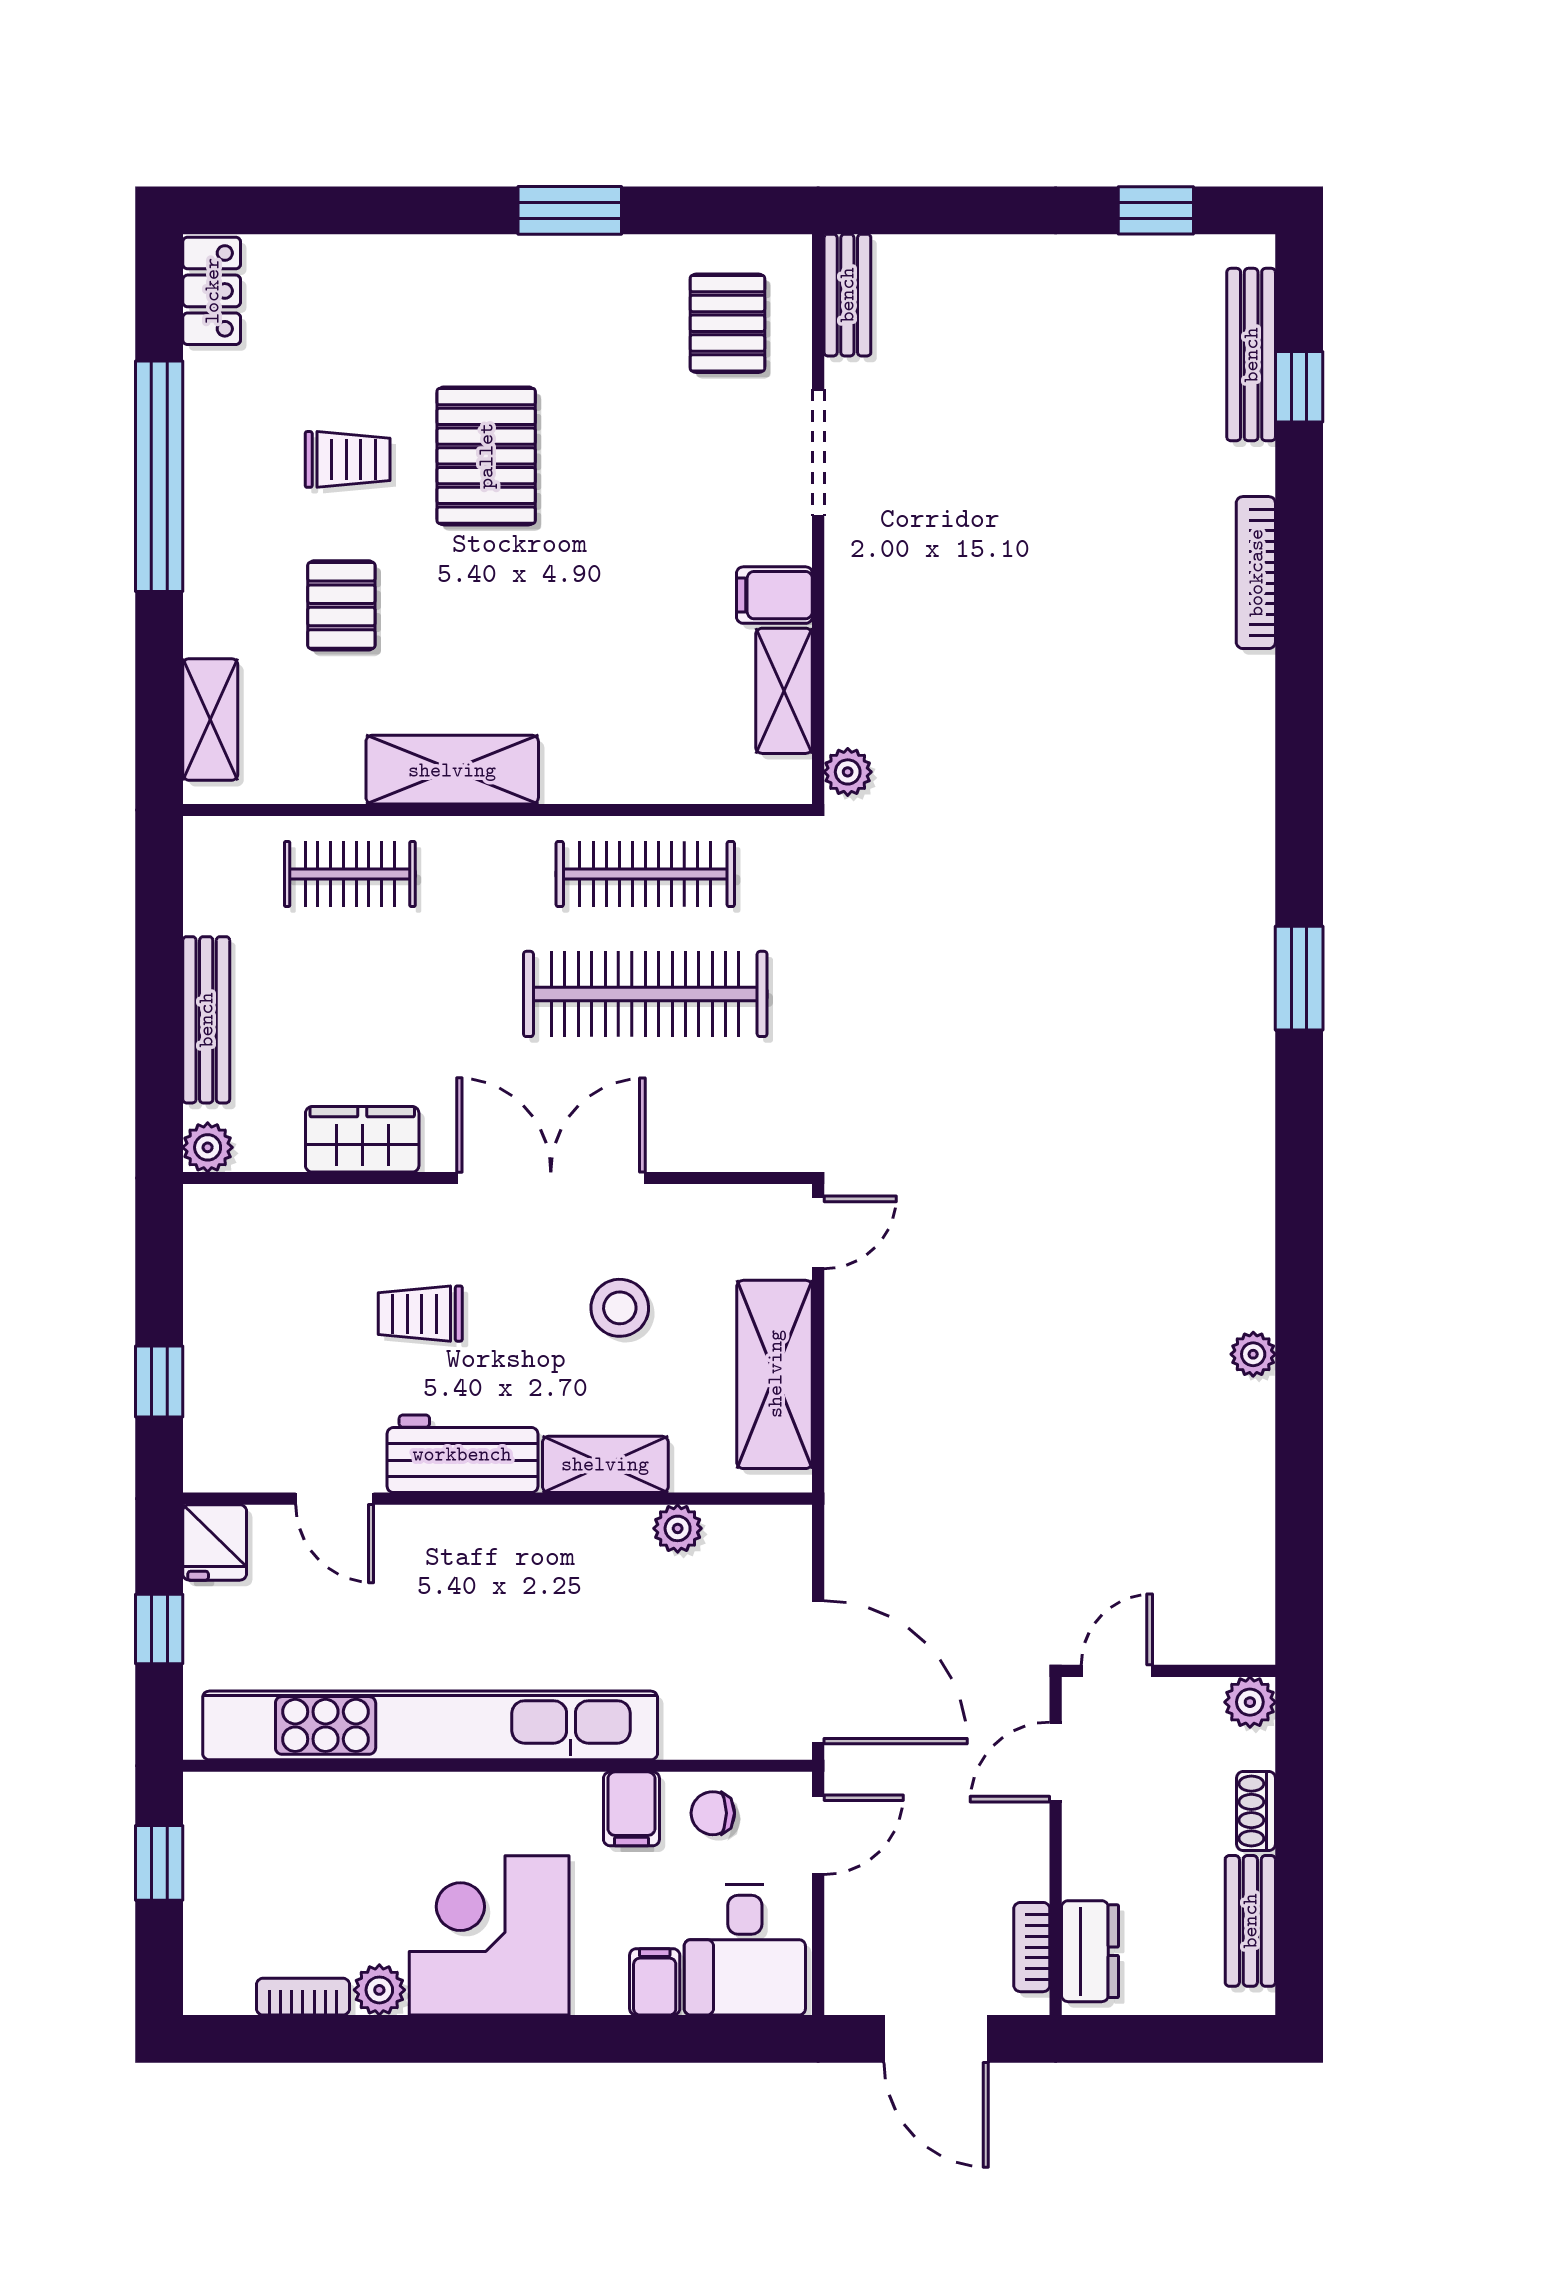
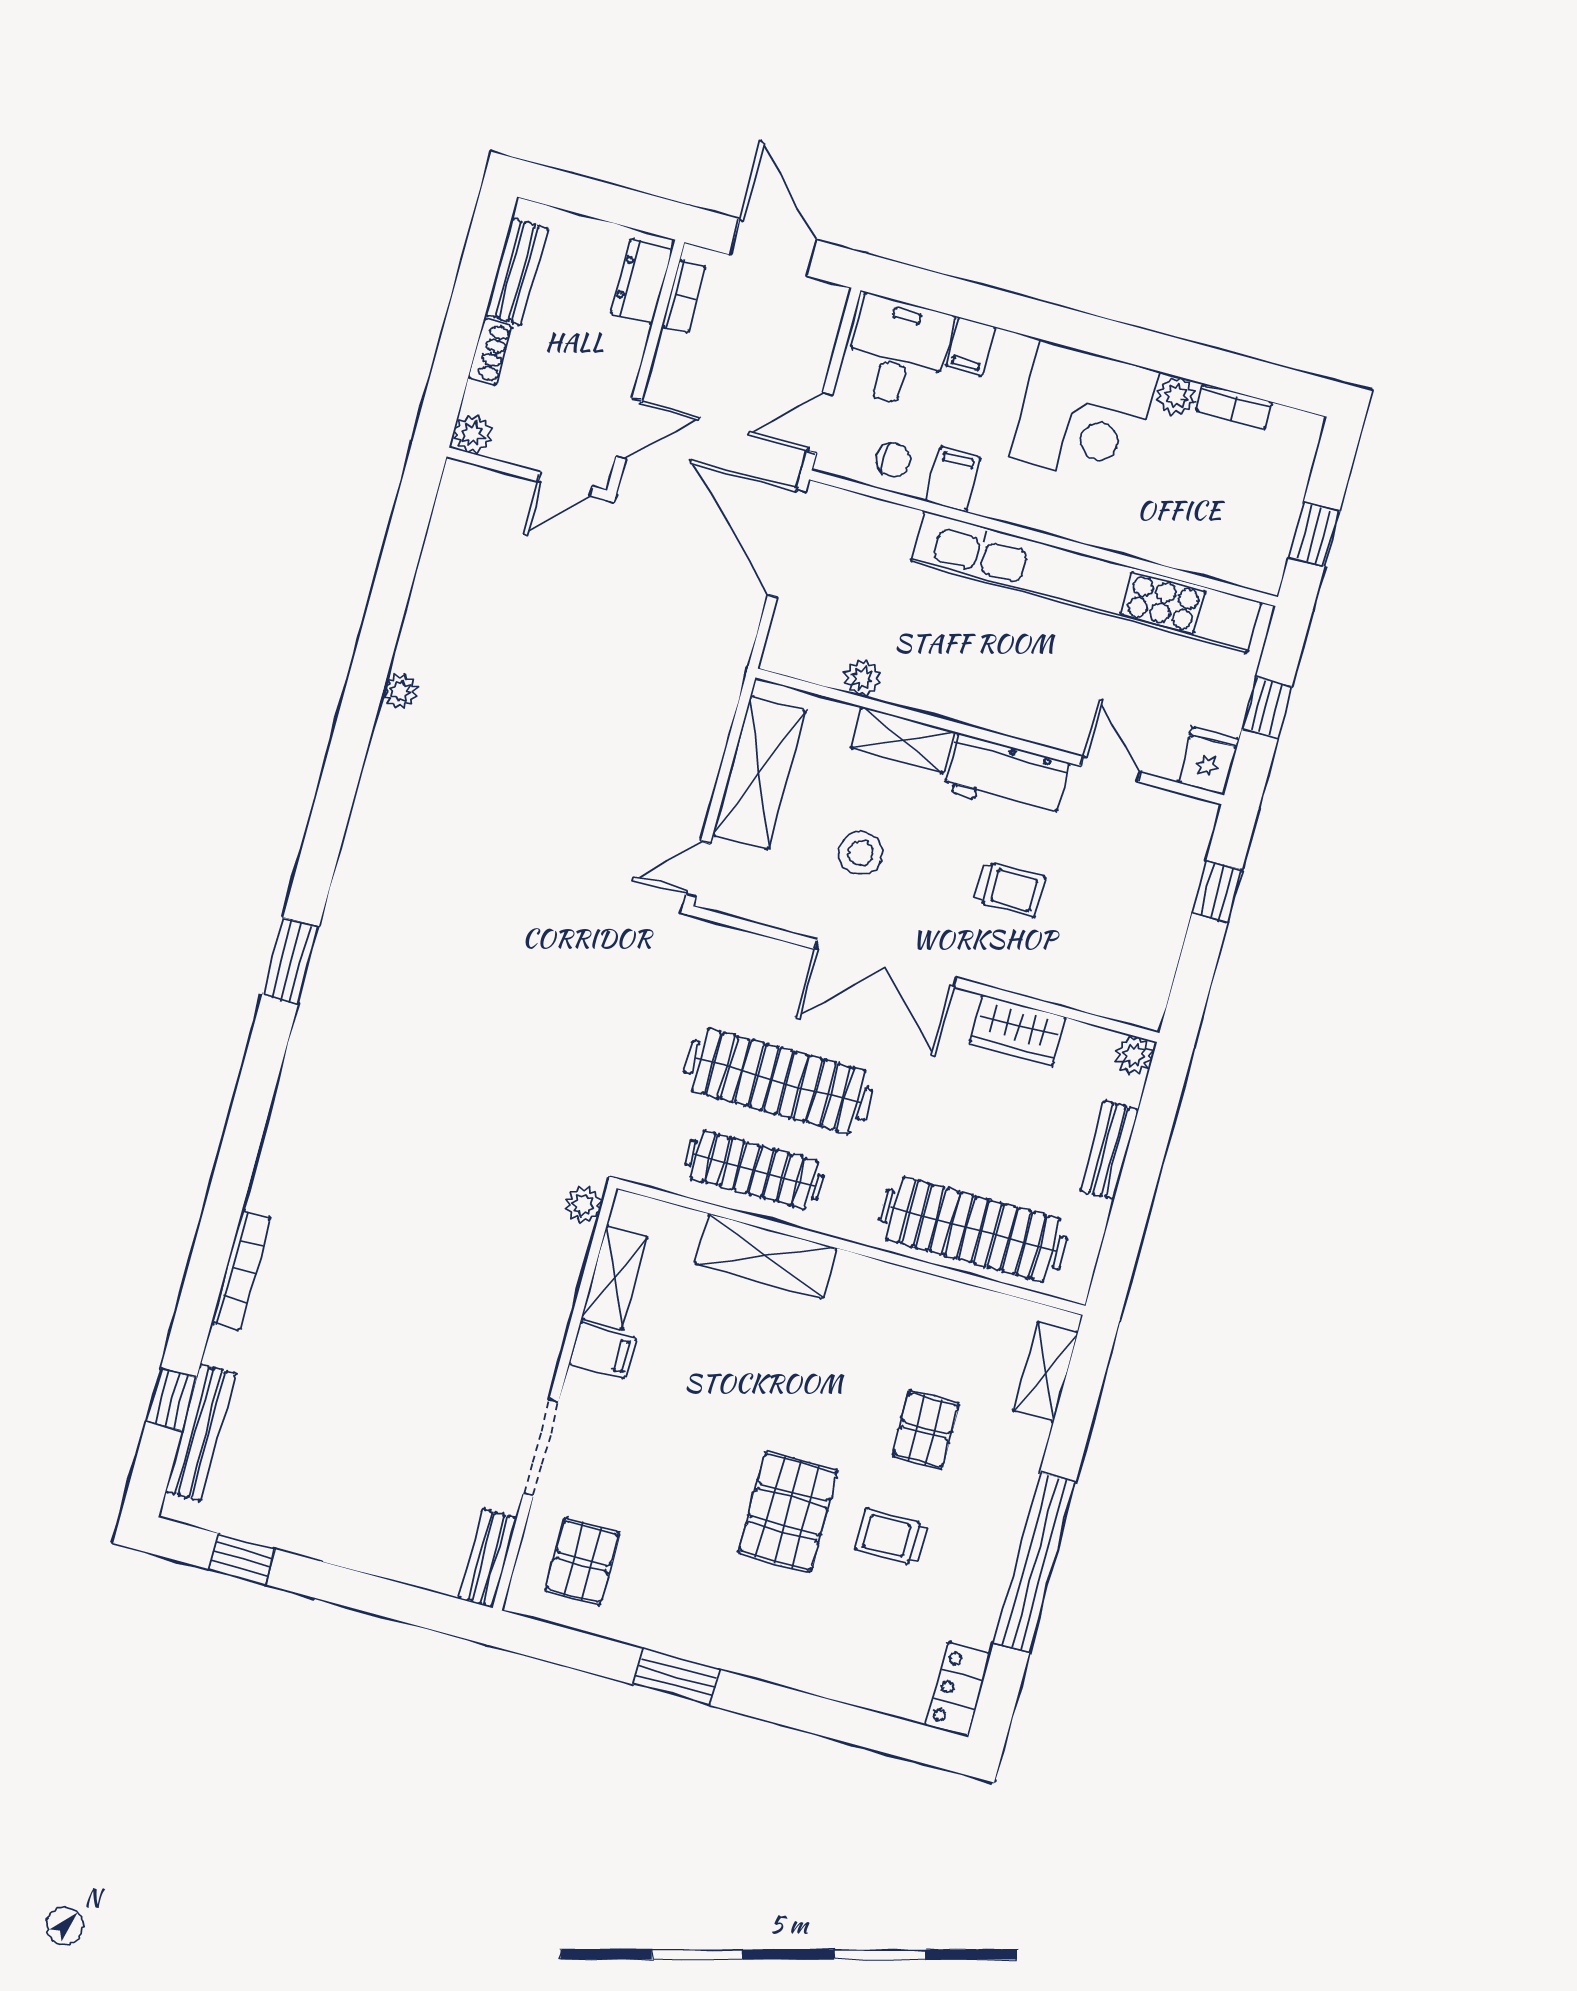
shelving: (452, 770) -> (766, 1256), moved
clothes rail: (350, 874) -> (973, 1229), width x1.86, depth x1.31
bench: (206, 1020) -> (1109, 1150), width x0.73

